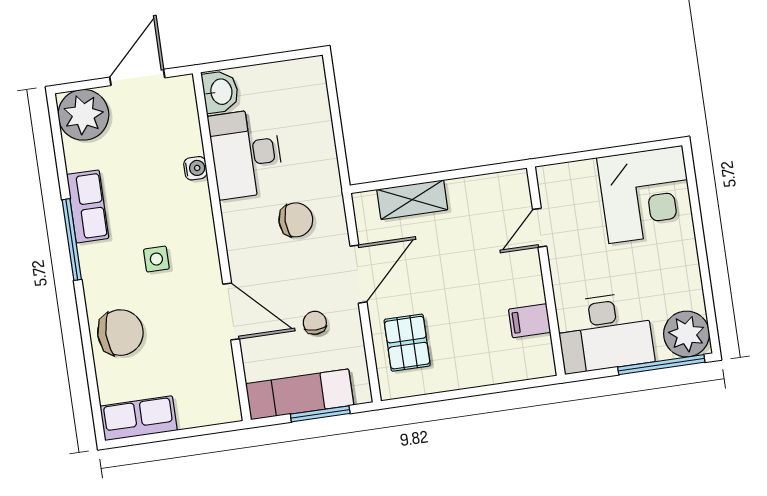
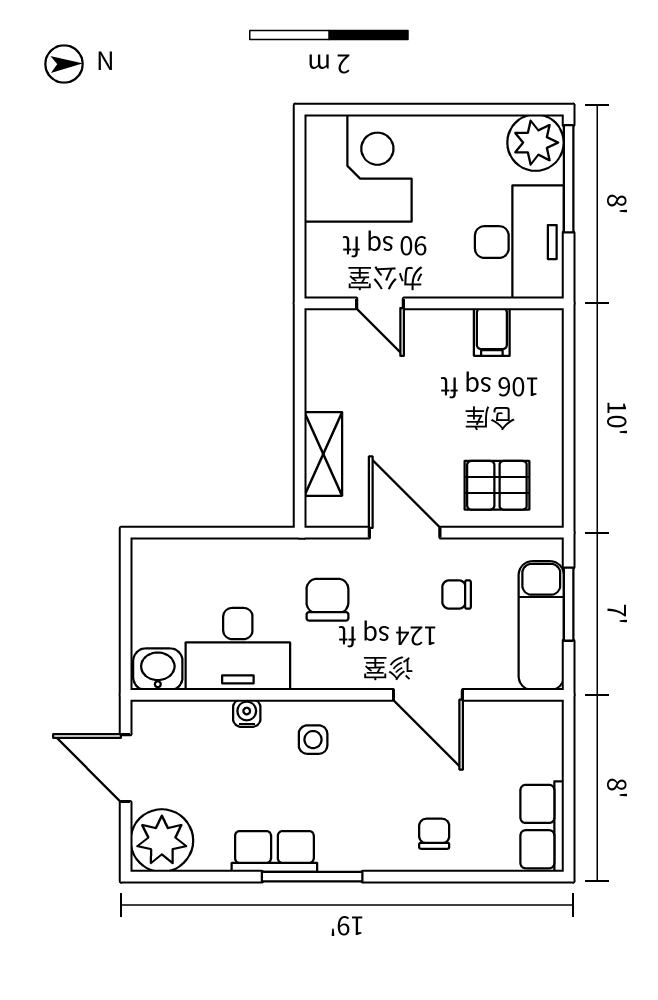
side table: (156, 259) -> (313, 740), moved
door: (231, 311) -> (428, 695), swing flipped
chair: (120, 333) -> (434, 834), width x0.54, depth x0.54

